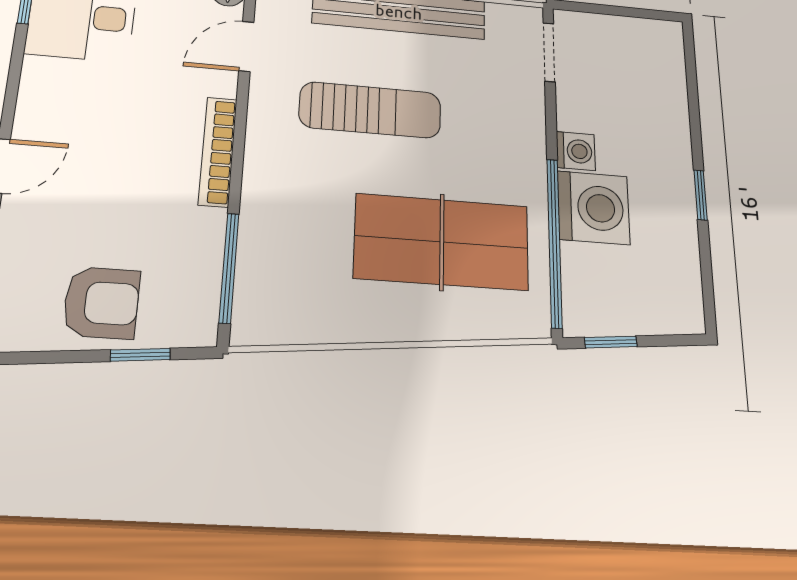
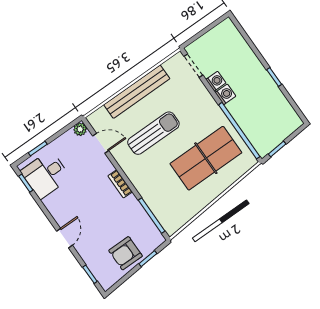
door: (246, 46) -> (101, 143), swing flipped
bookcase: (218, 152) -> (120, 184), width x0.64
washing machine: (594, 208) -> (216, 81), moved, width x0.53, depth x0.53
armchair: (102, 303) -> (126, 253), turned 180

